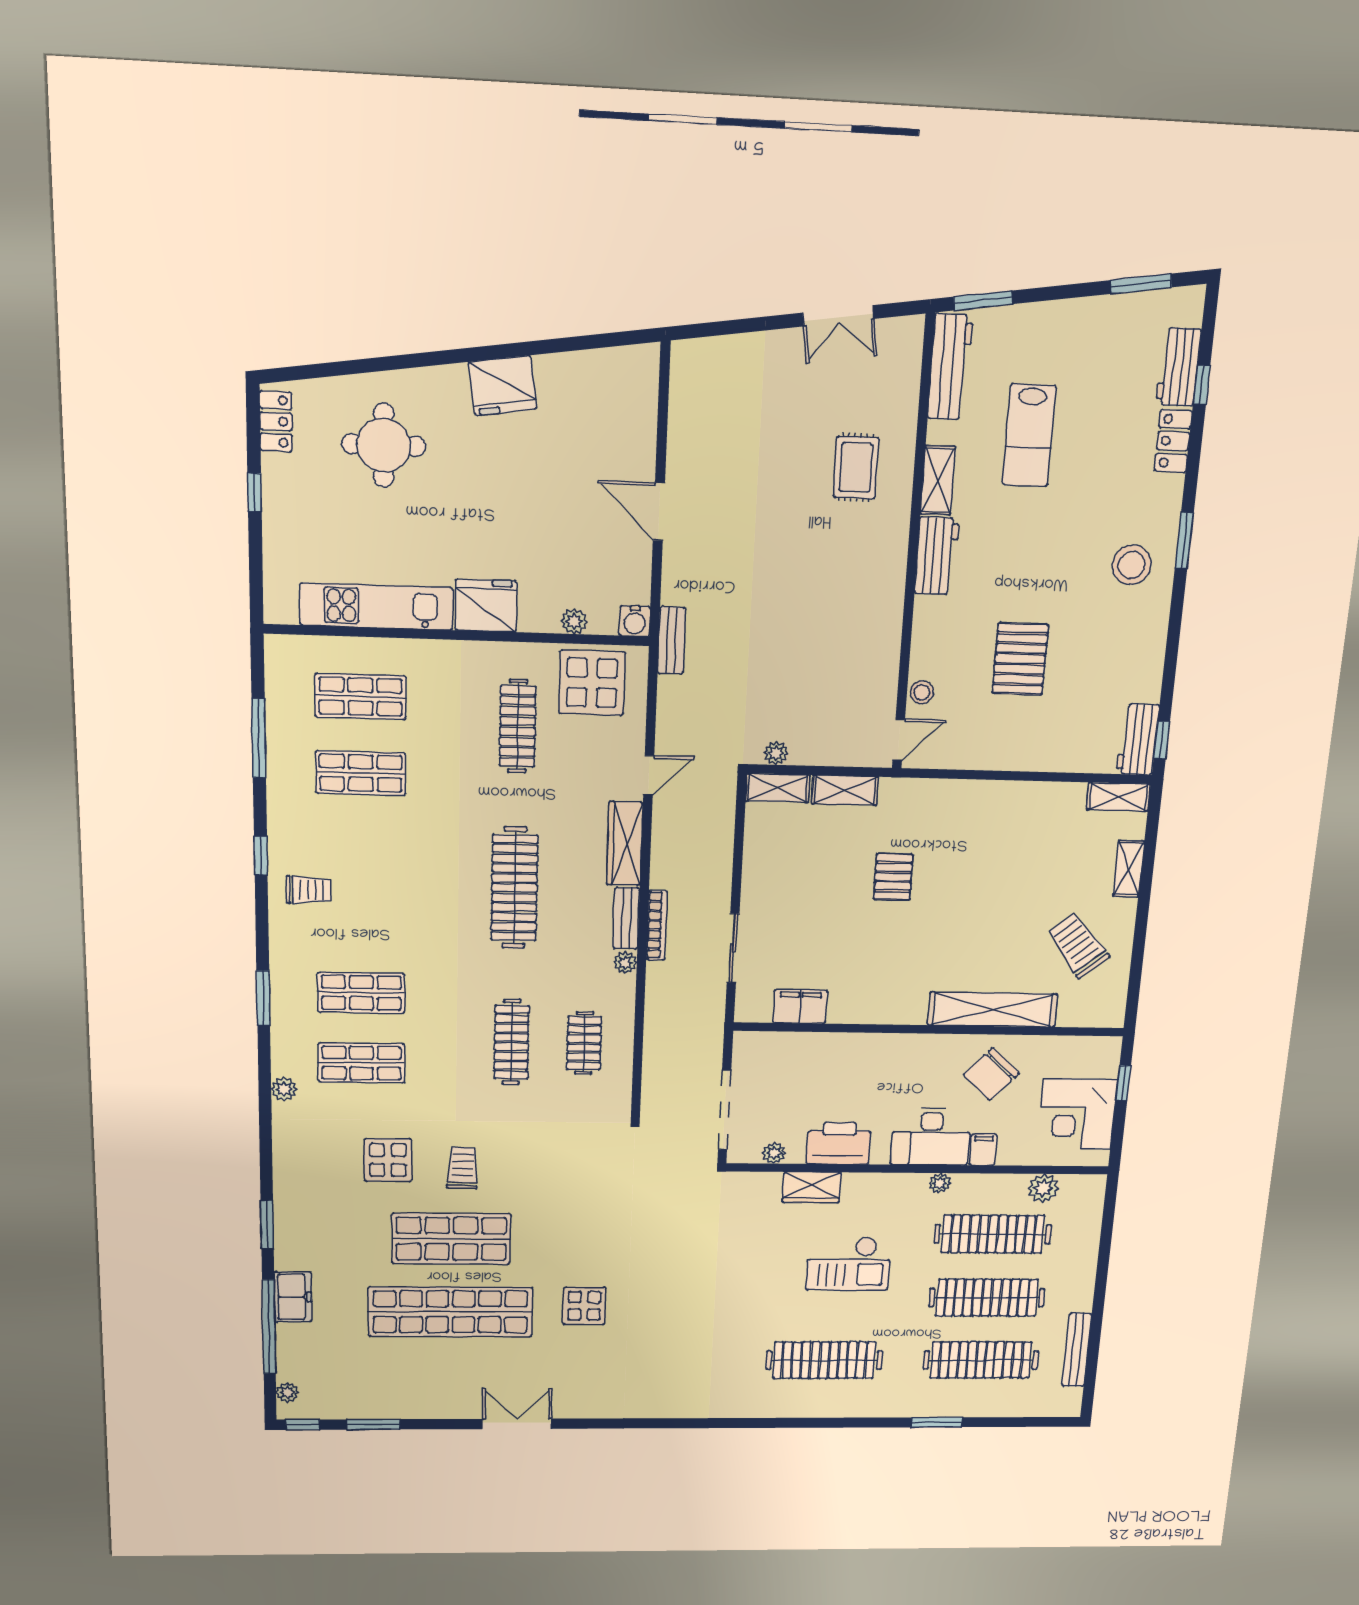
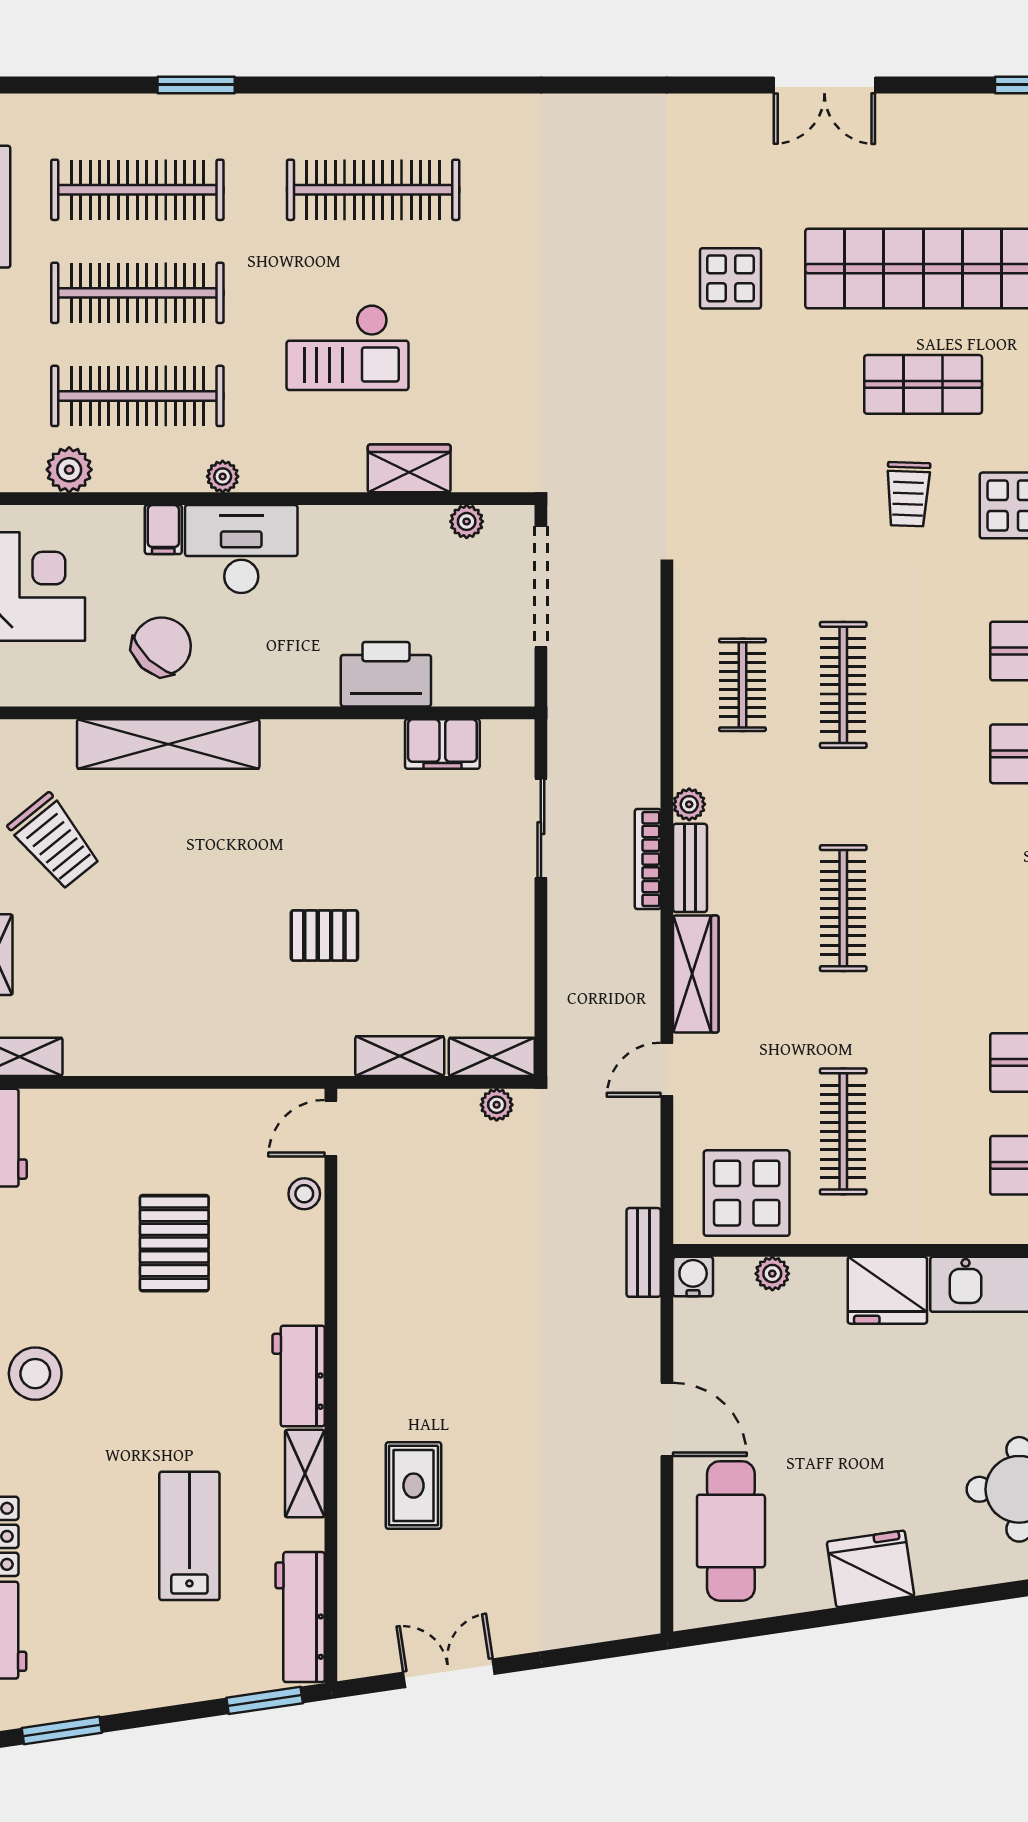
cafe table: (612, 421) -> (731, 1531), added
pallet: (893, 877) -> (324, 935), turned 90
clothes rail: (514, 888) -> (843, 908), width x0.73, depth x0.76
printer: (839, 1143) -> (386, 674), moved, turned 180
shop shelf: (451, 1239) -> (923, 384), width x0.70, depth x0.74
checkout: (848, 1264) -> (347, 347), turned 180

